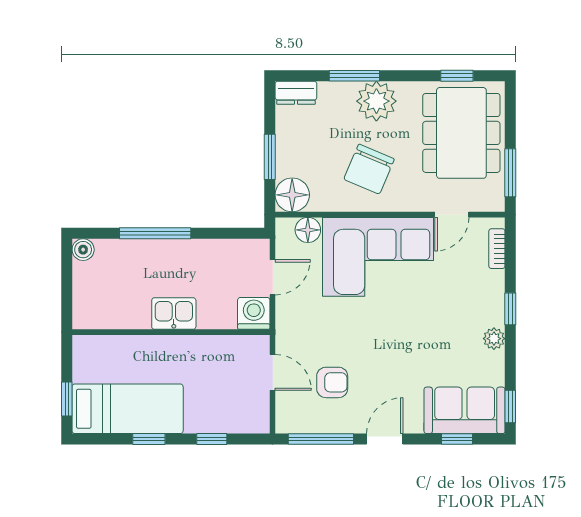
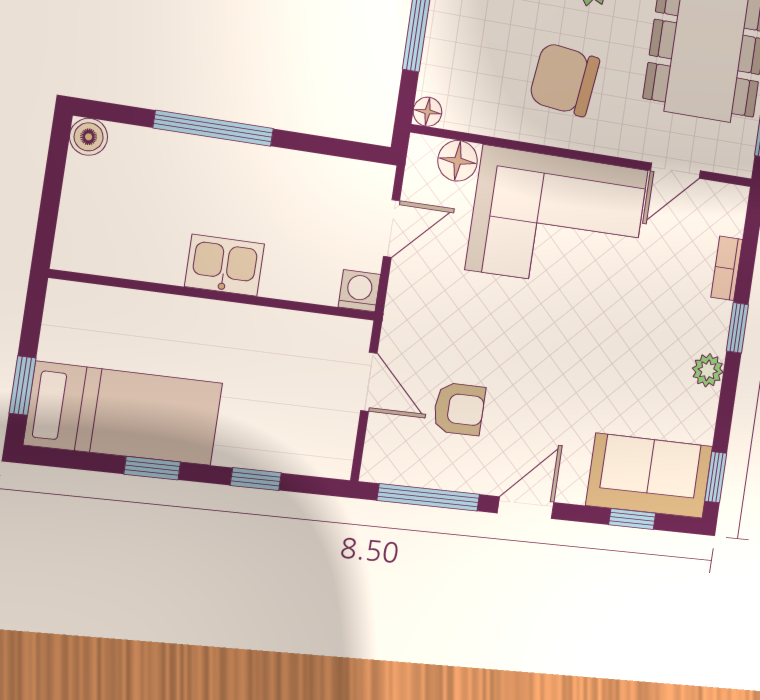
chair: (369, 169) -> (564, 80), turned 74
floor lamp: (292, 195) -> (428, 112), width x0.53, depth x0.53
bookcase: (497, 249) -> (727, 268), moved
washing machine: (254, 313) -> (359, 291), width x0.73, depth x0.73

